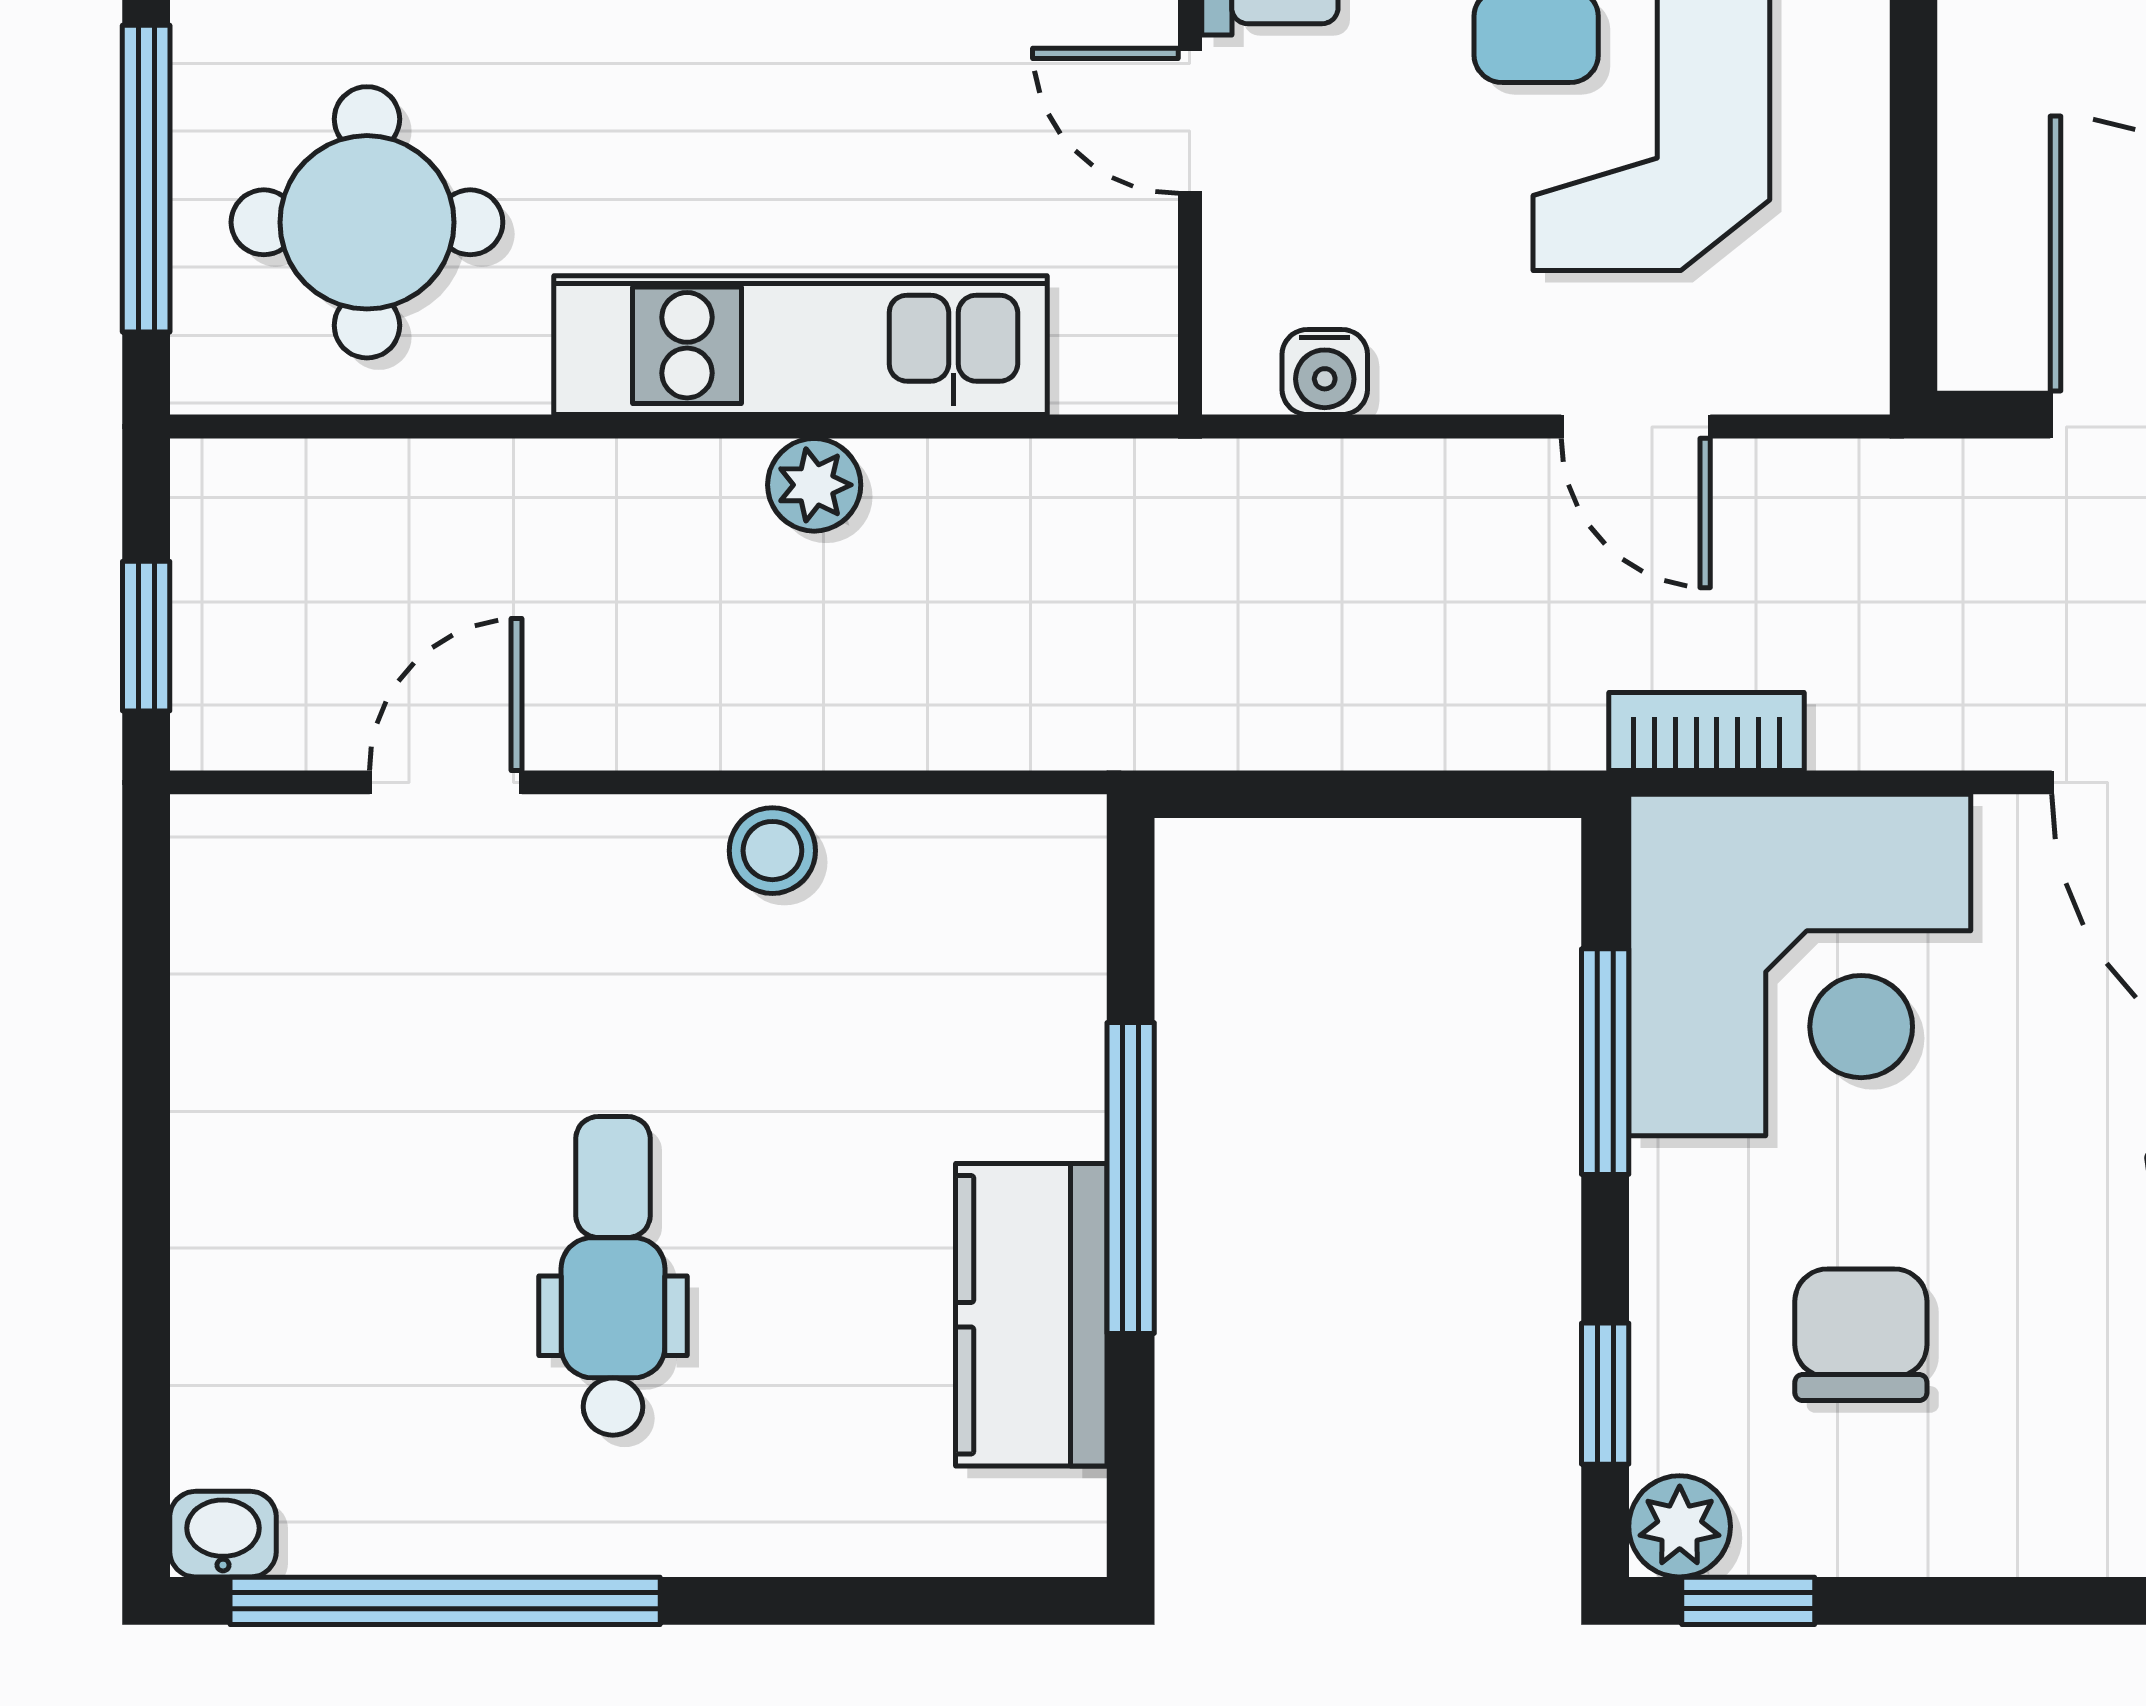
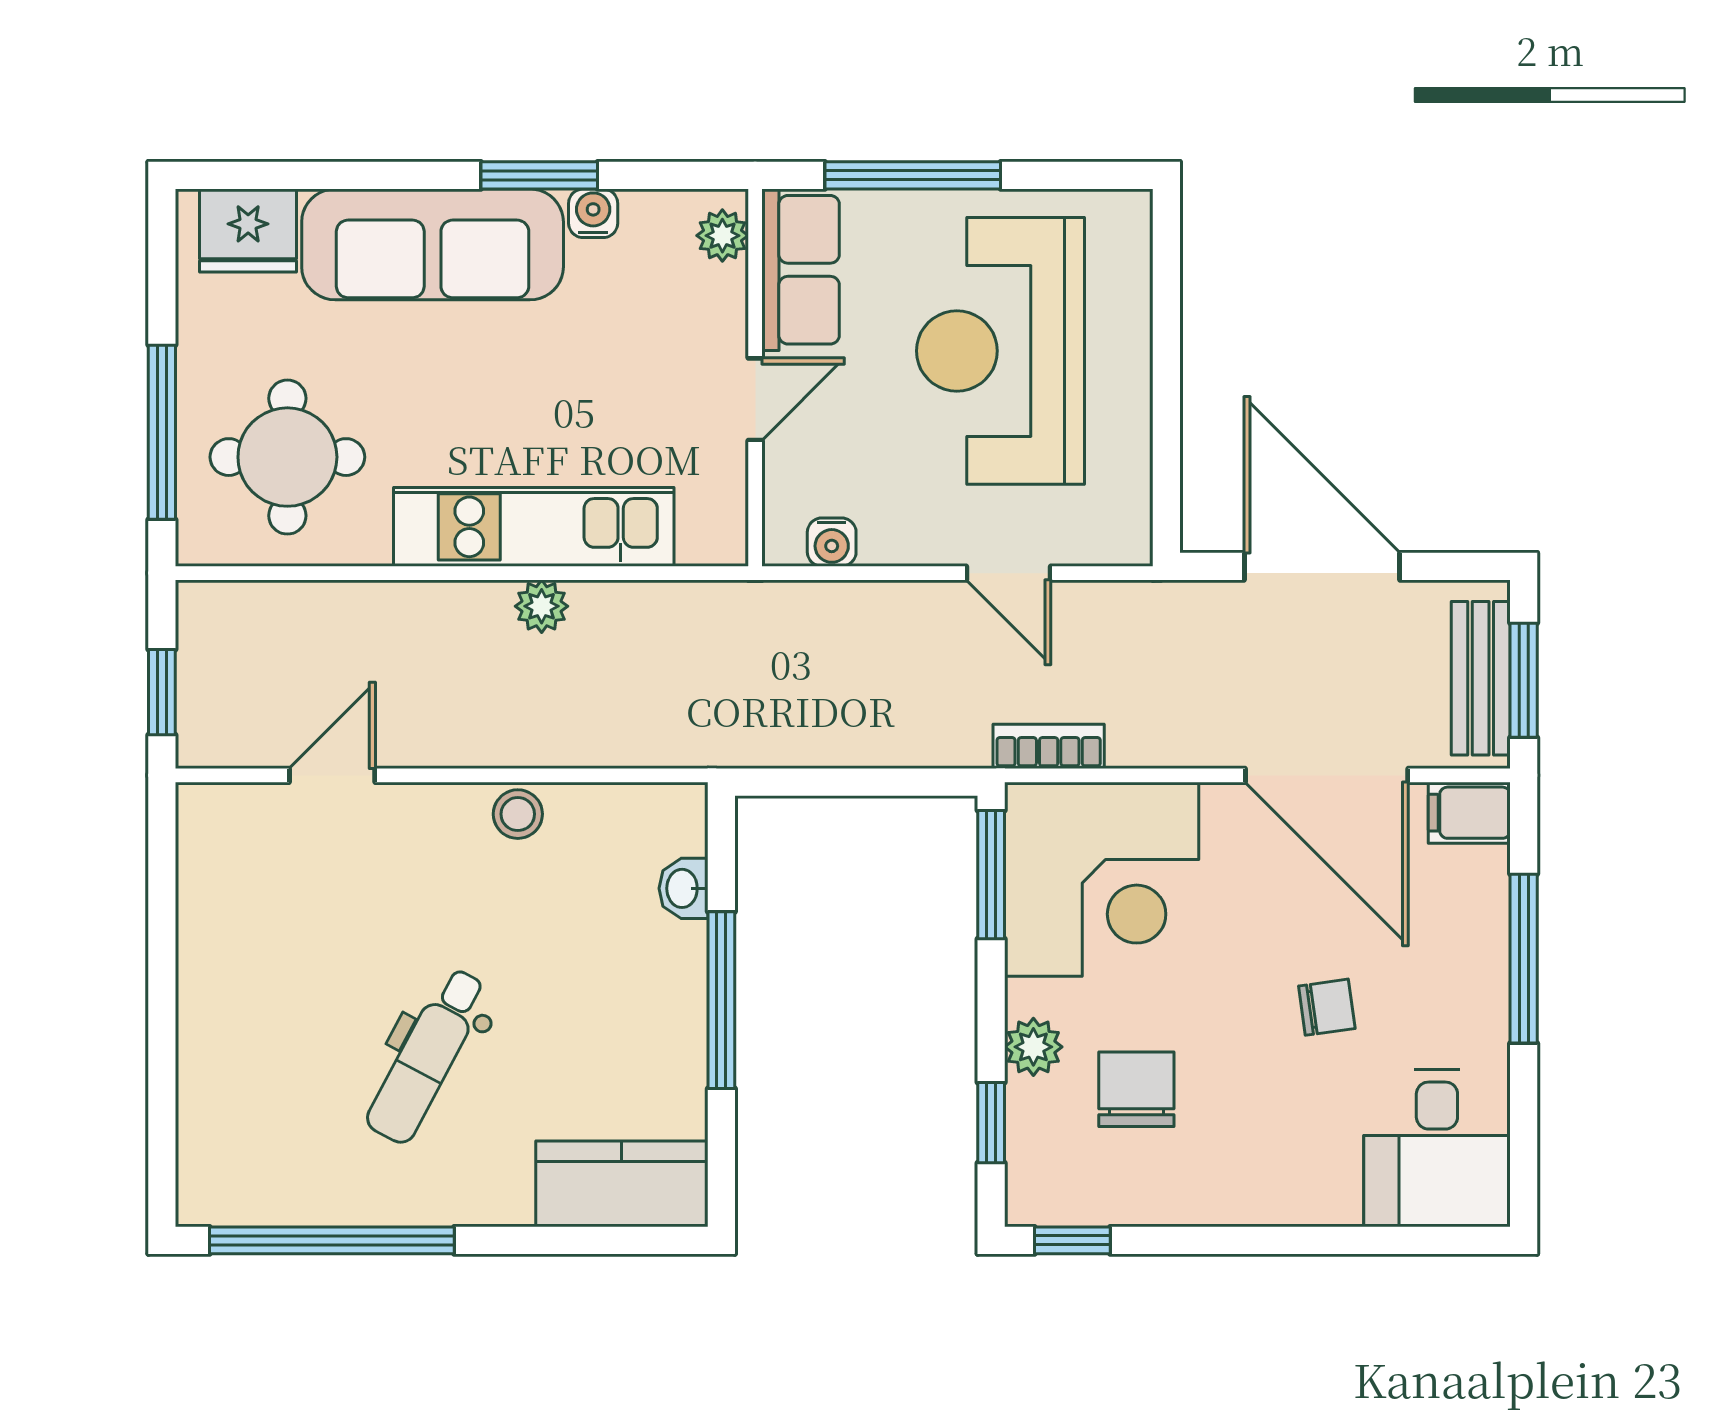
door: (1190, 121) -> (755, 399), swing flipped
window: (1605, 1062) -> (991, 875), moved
dental chair: (613, 1276) -> (427, 1056), turned -152
kitchen counter: (1031, 1315) -> (622, 1184), moved, turned 90
plant: (1680, 1526) -> (1033, 1047), moved
washbasin: (223, 1534) -> (684, 888), moved, turned -90

